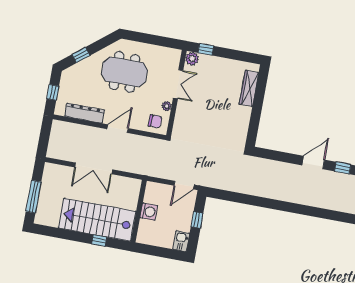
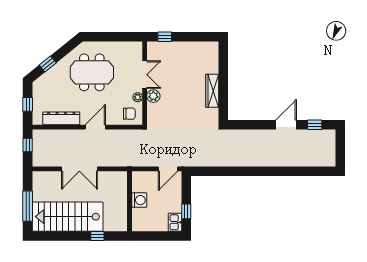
plant: (192, 59) -> (153, 96), moved
wardrobe: (249, 88) -> (212, 91), moved
window: (45, 134) -> (28, 145), added
stairs: (97, 220) -> (68, 217), moved
window: (197, 220) -> (186, 211), moved

